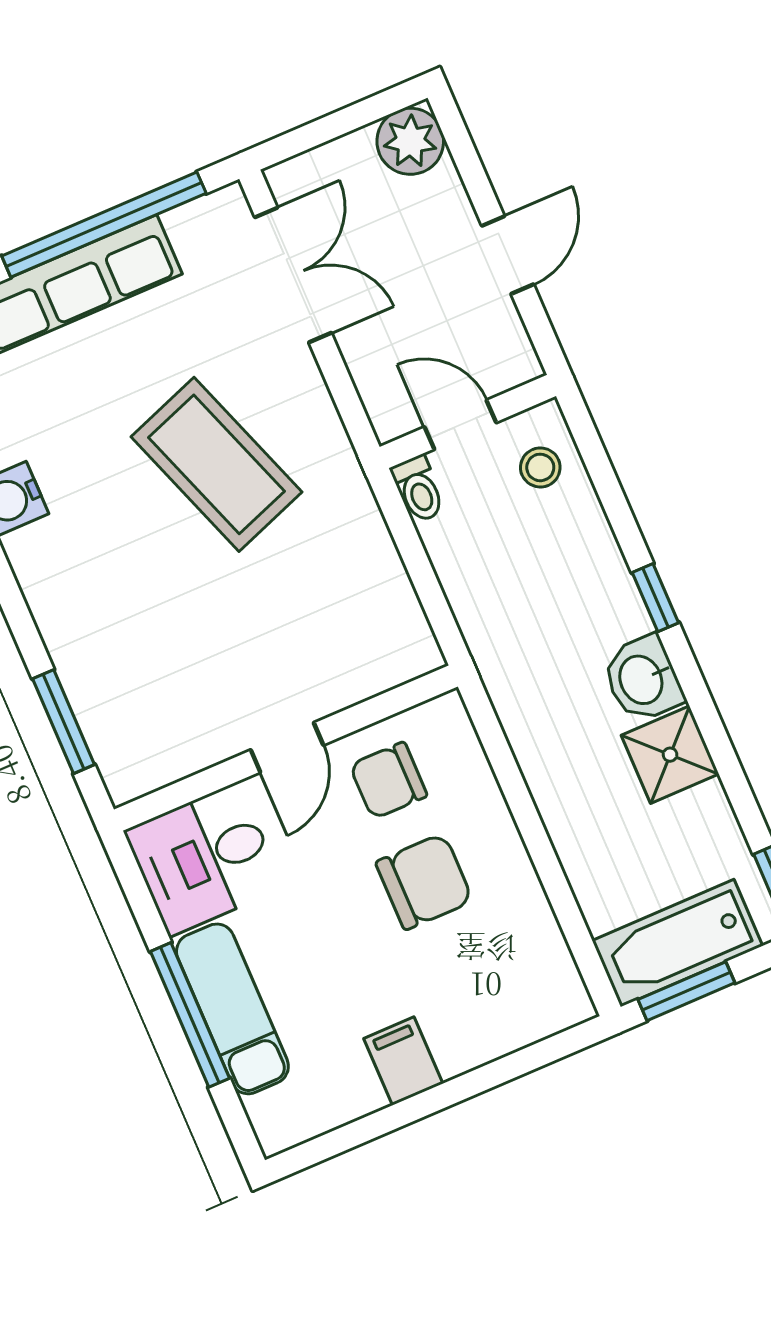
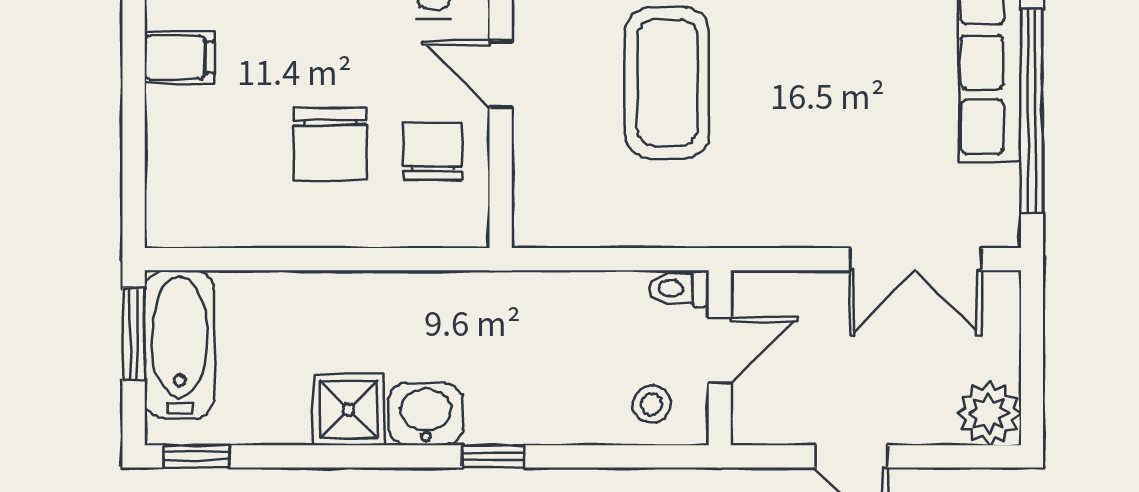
coffee table: (216, 464) -> (667, 83), moved, turned -70

